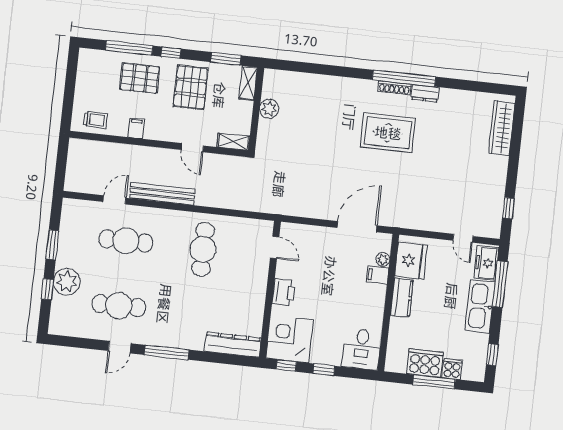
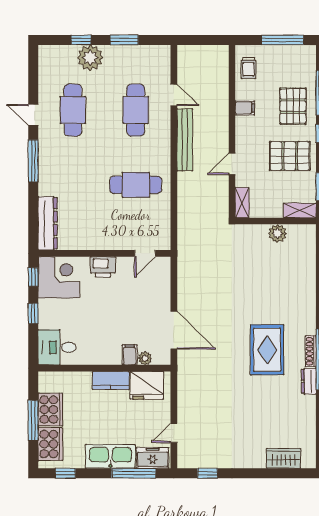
window: (70, 81) -> (283, 40), added
wardrobe: (502, 128) -> (284, 458), width x0.67
cooker: (452, 369) -> (50, 444), width x1.87, depth x1.31

